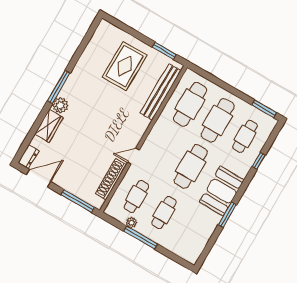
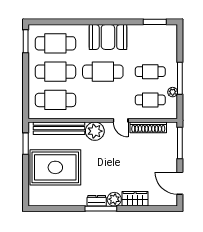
rug: (125, 66) -> (55, 167), width x1.37, depth x1.44
plant: (137, 125) -> (95, 131), added
cafe table: (245, 136) -> (55, 43), width x1.37, depth x1.35
dresser: (28, 157) -> (97, 201), moved
window: (259, 161) -> (68, 22), removed
window: (227, 215) -> (155, 22), moved

